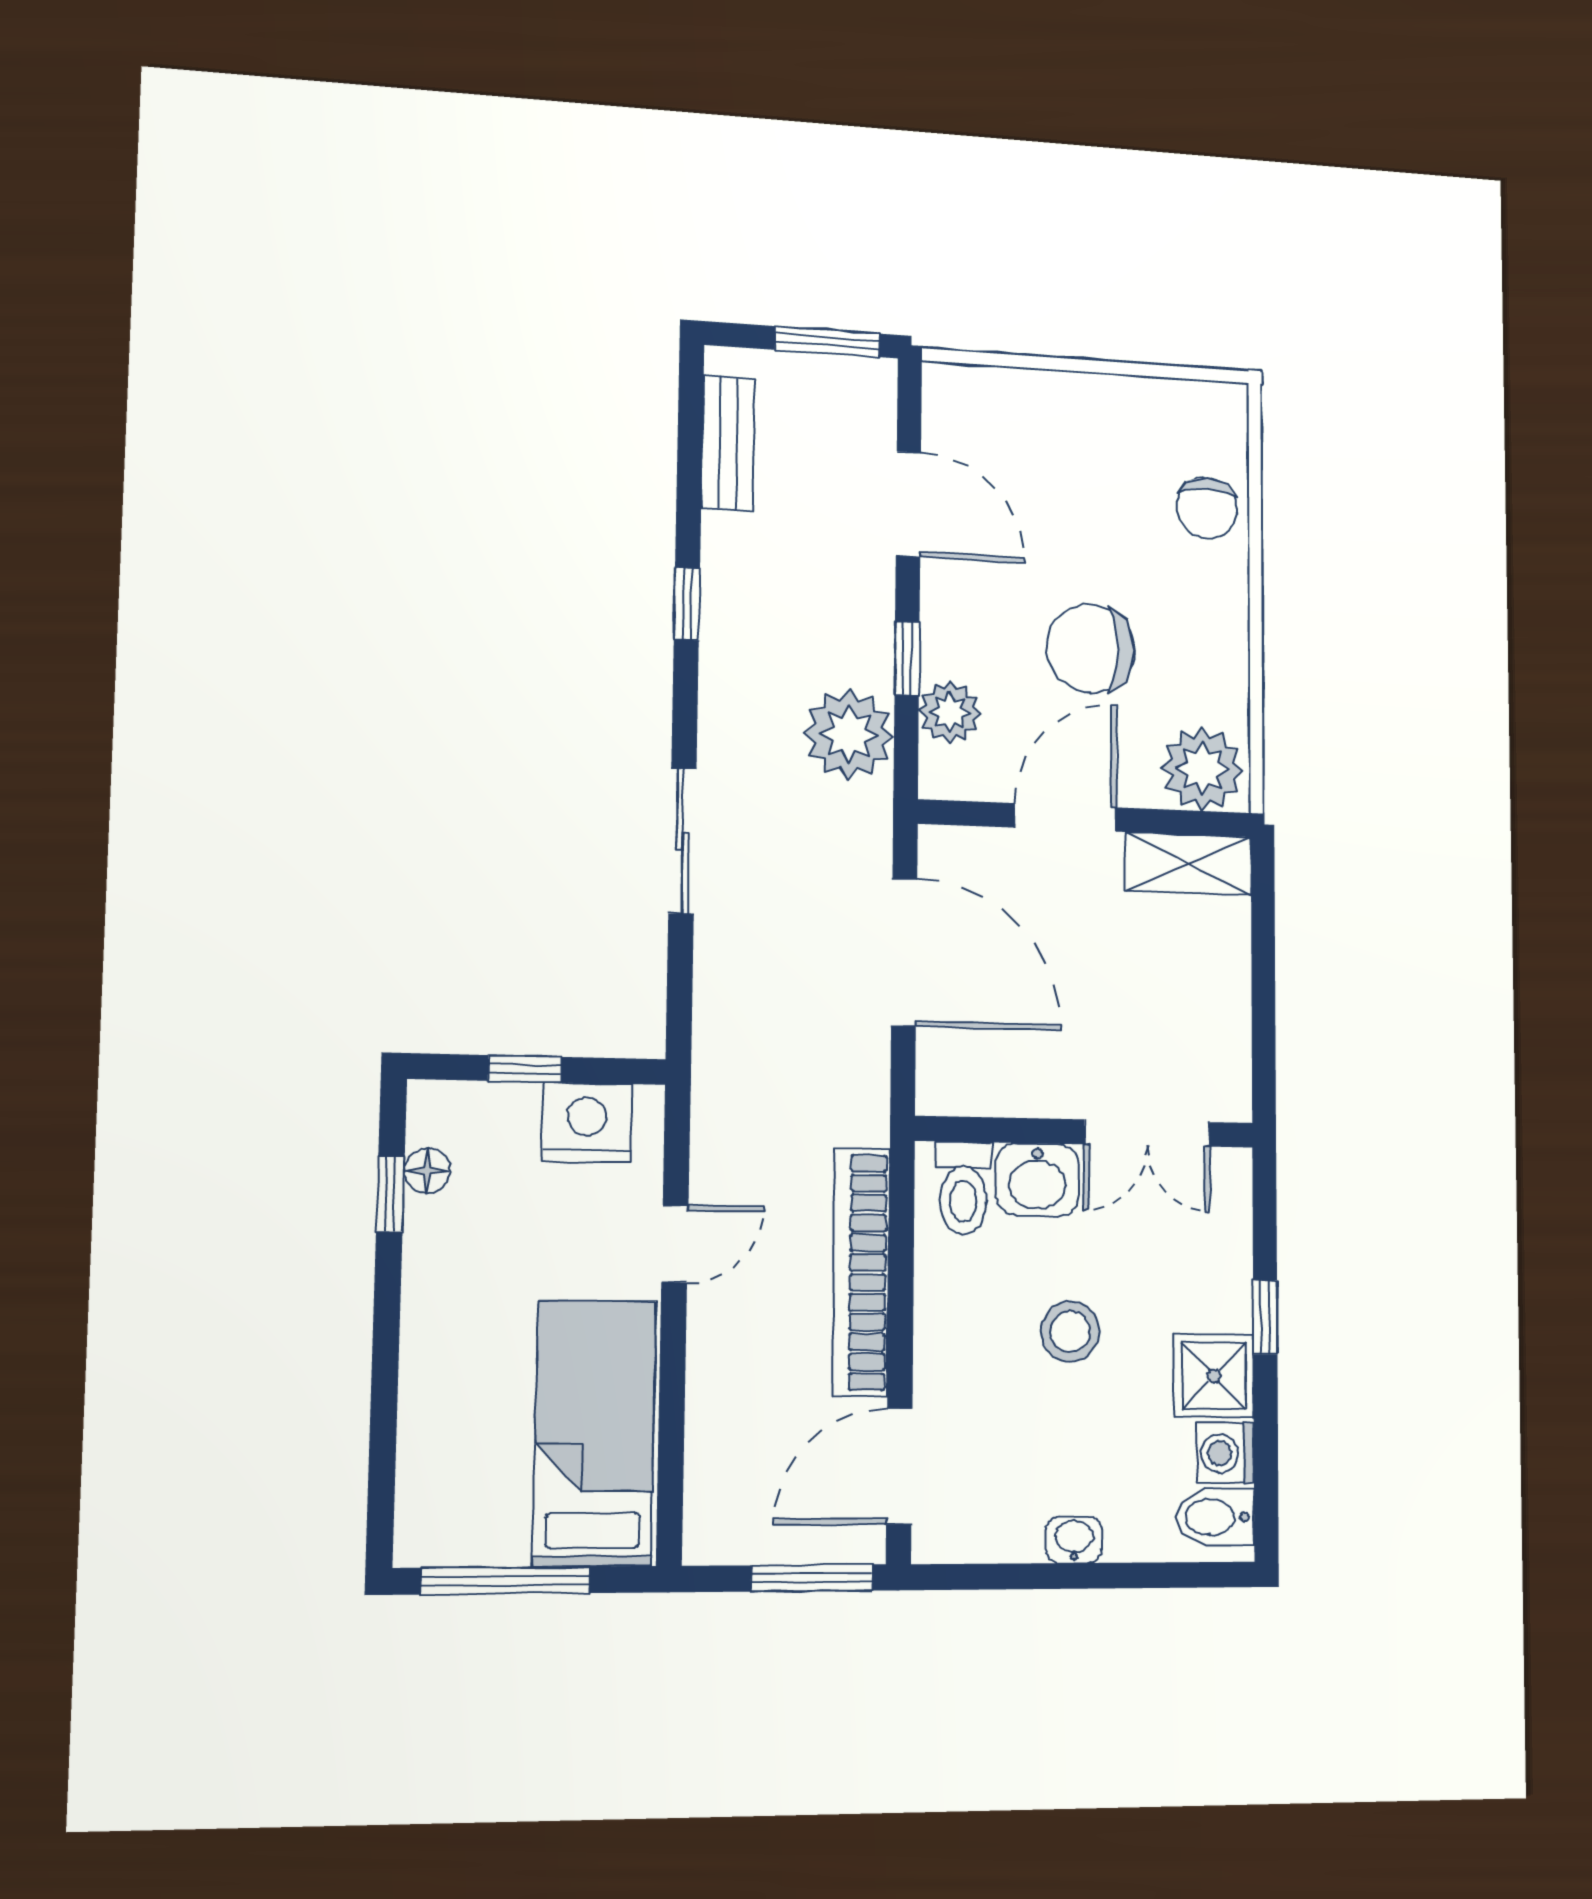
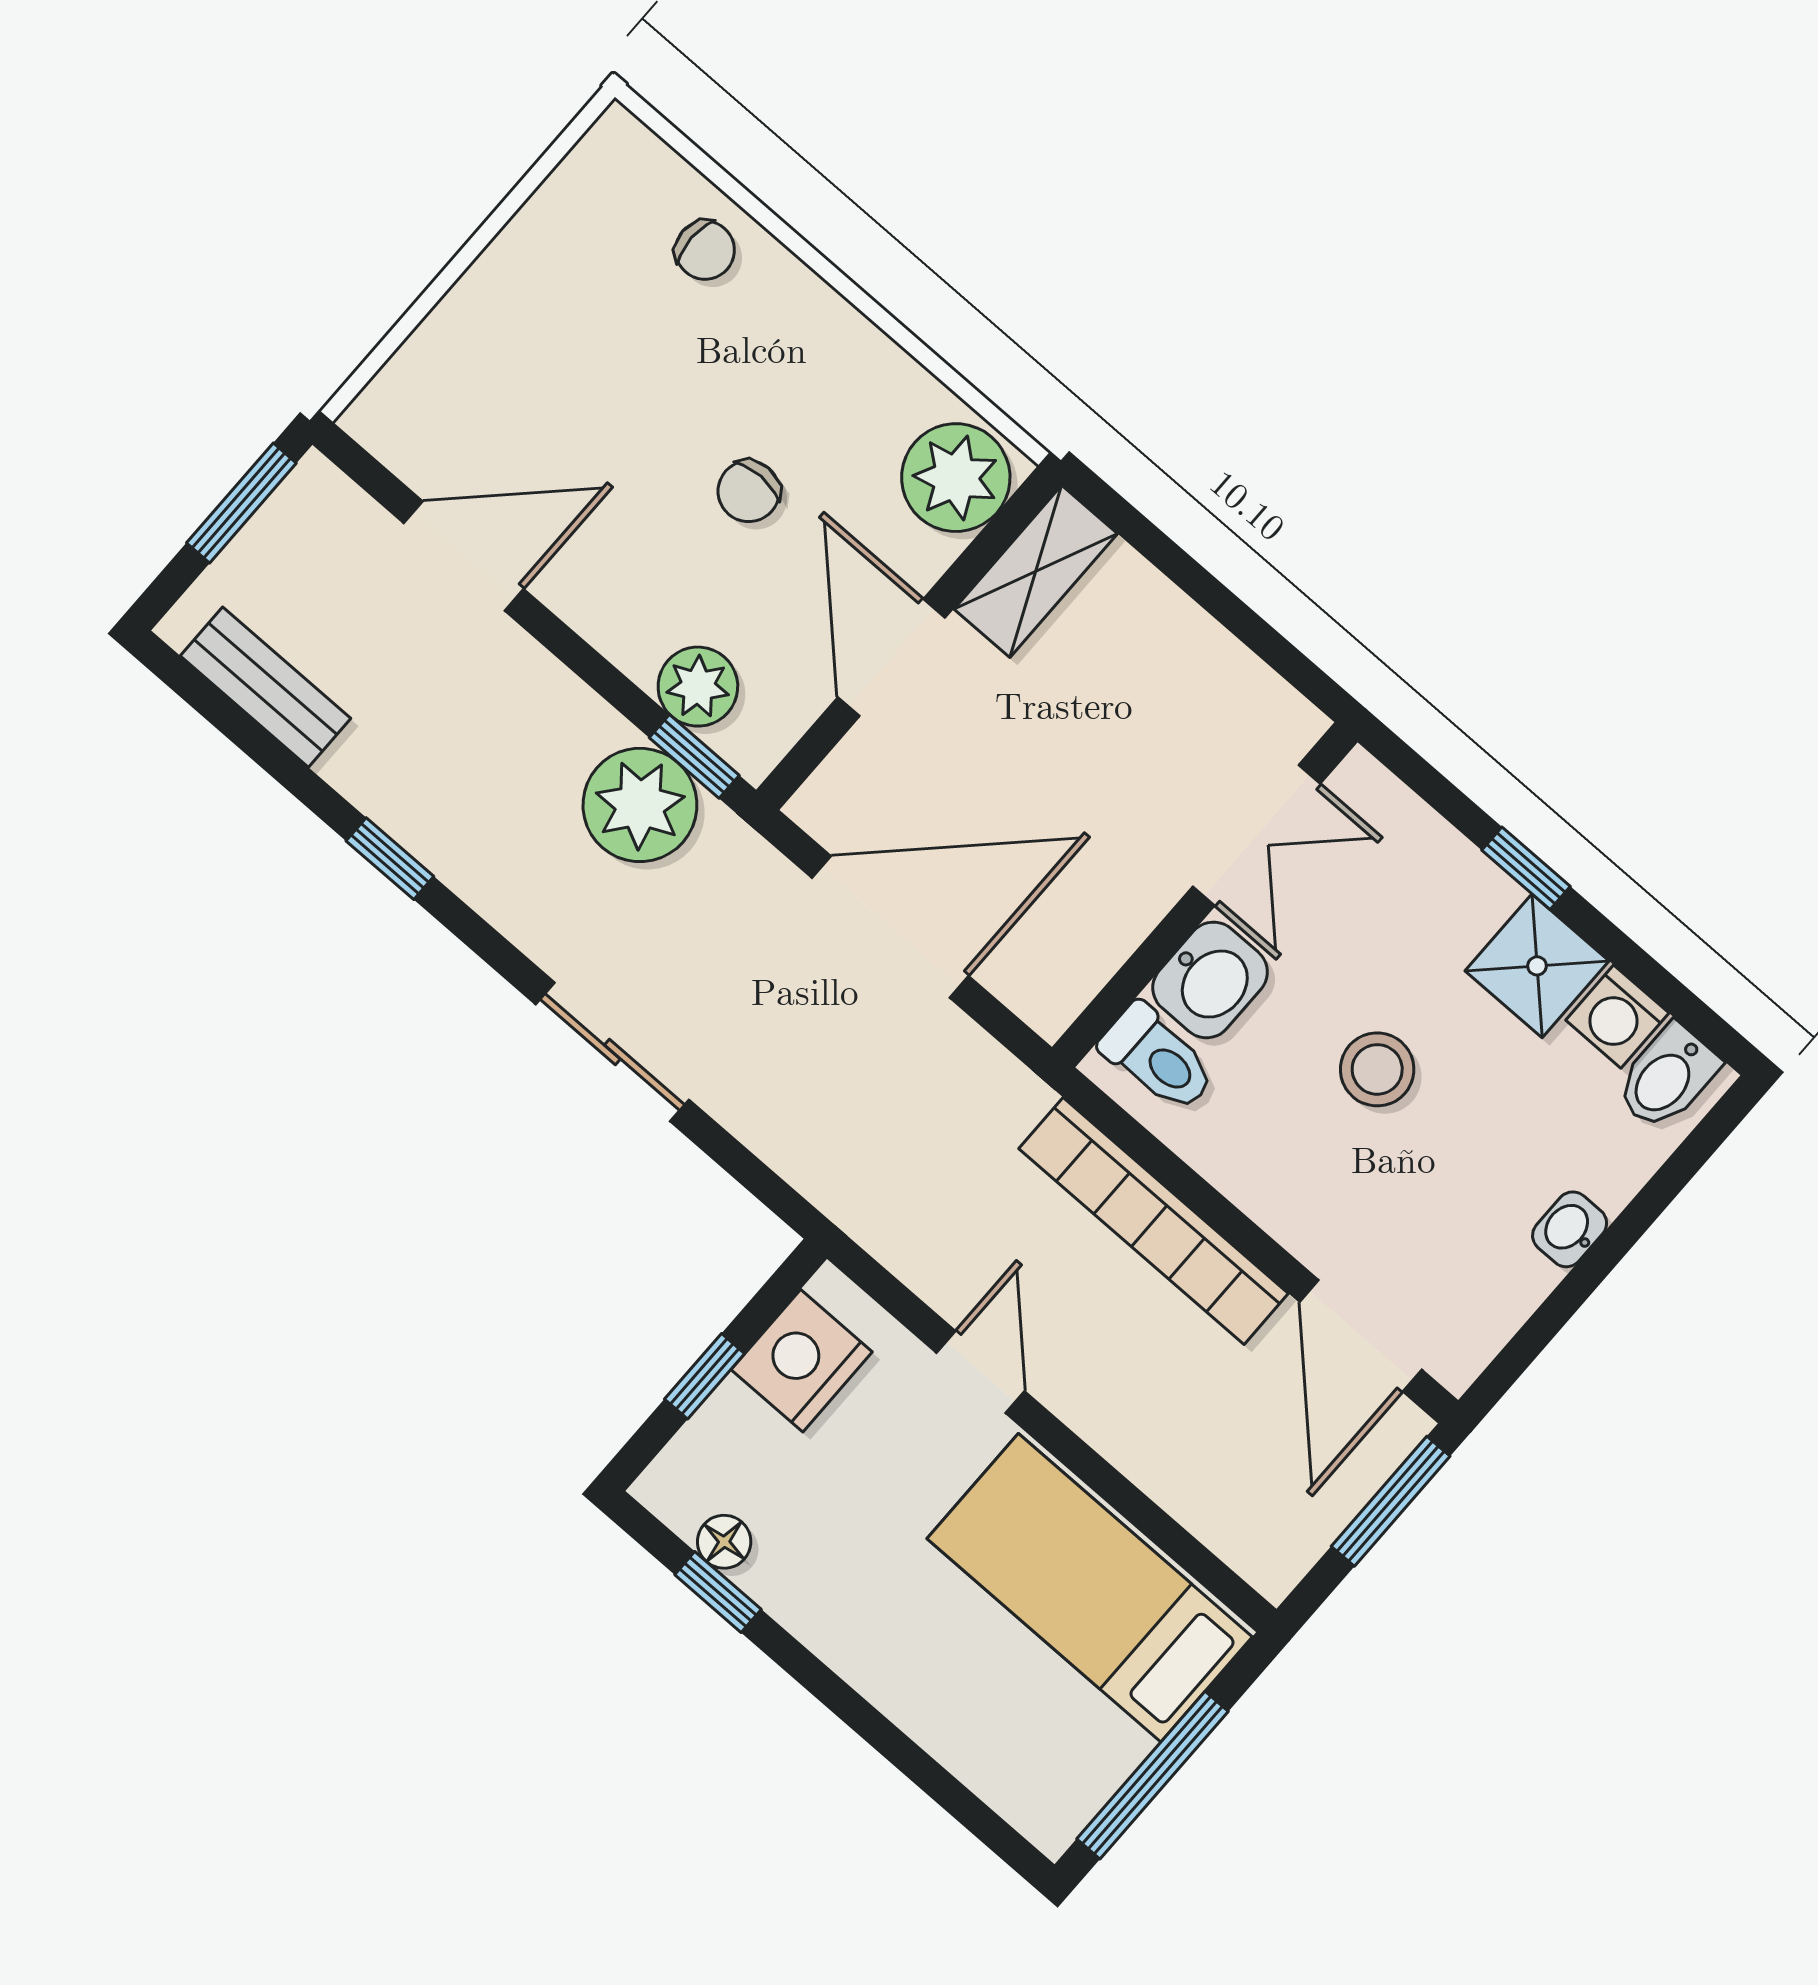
chair: (1207, 508) -> (705, 250), width x0.73, depth x0.73
chair: (1090, 649) -> (749, 491), width x0.54, depth x0.54
window: (907, 658) -> (694, 756), moved

